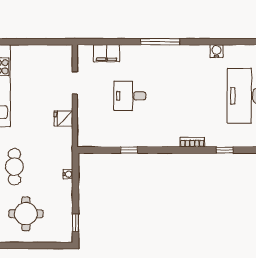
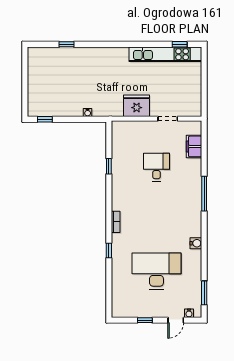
fridge: (63, 118) -> (137, 106), width x1.88, depth x1.34
cafe table: (14, 167) -> (94, 65), removed
round table: (26, 214) -> (53, 76), removed

